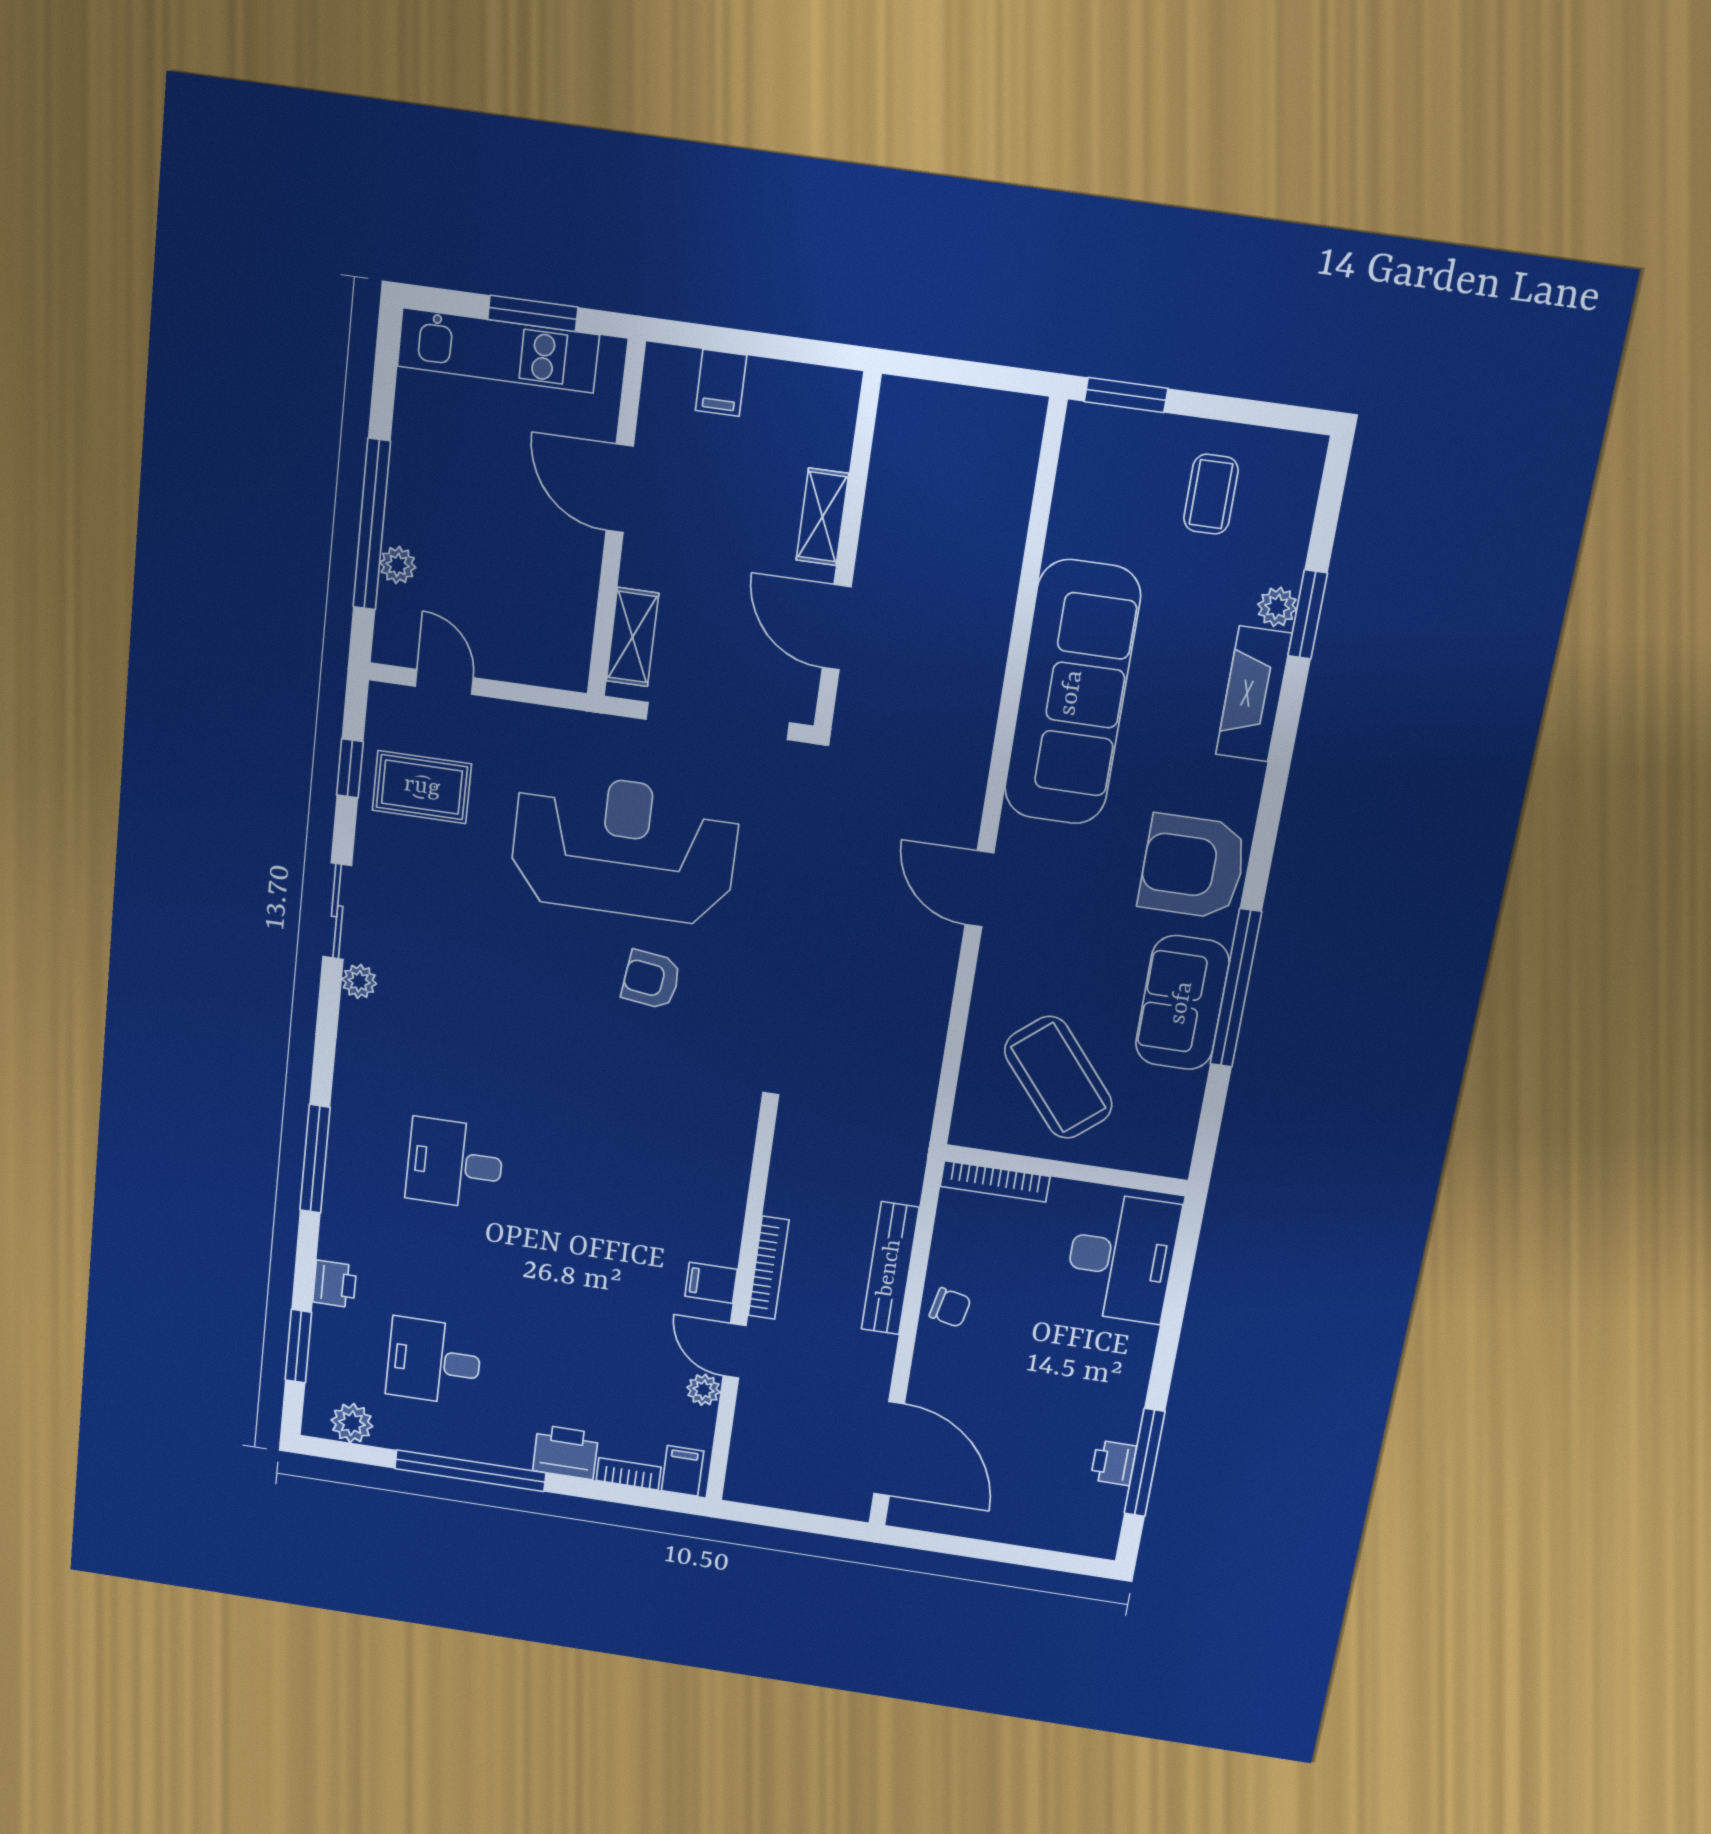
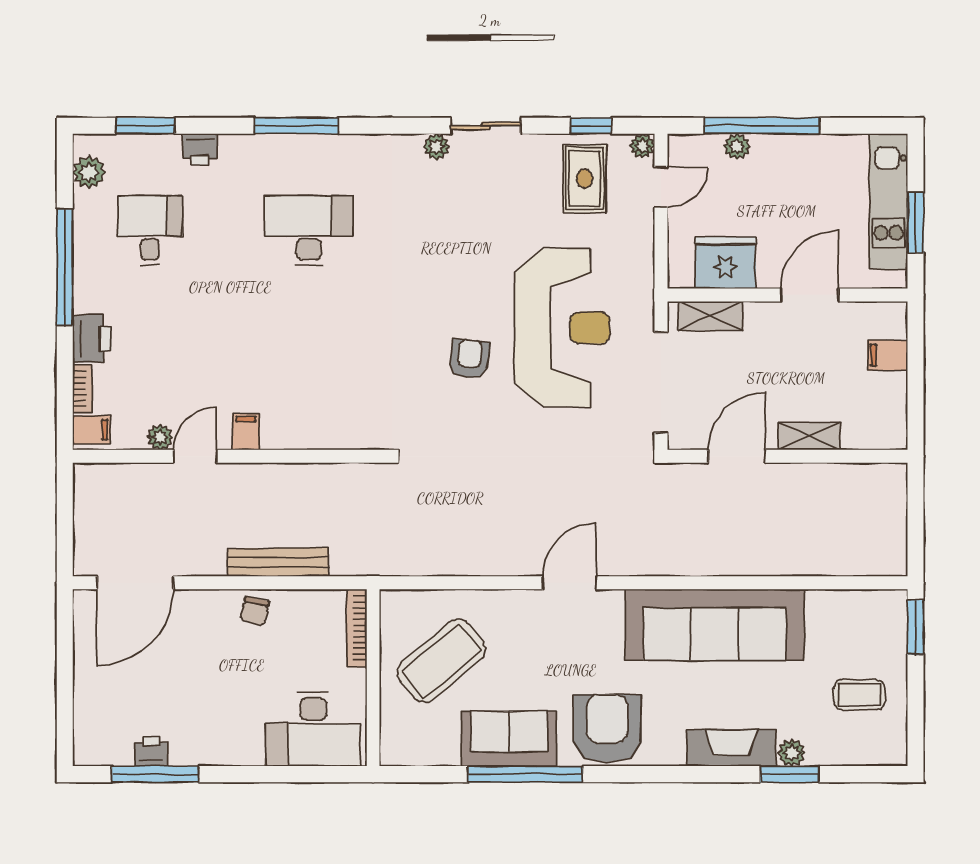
fridge: (560, 605) -> (725, 263), added
plant: (384, 700) -> (642, 146), added
desk: (455, 1164) -> (309, 230), width x1.37
bookcase: (768, 1268) -> (264, 473), removed

